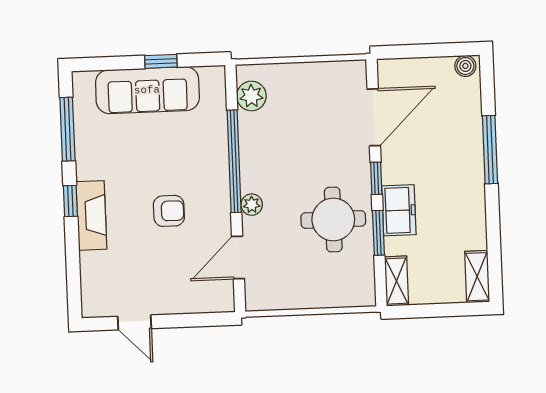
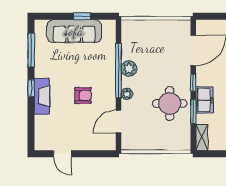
plant: (251, 96) -> (129, 69), moved

